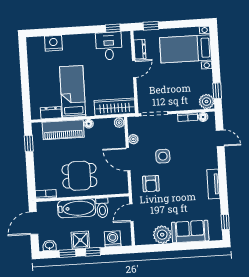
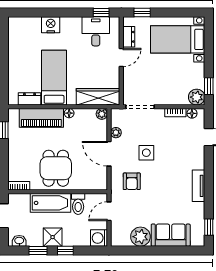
nightstand: (53, 43) -> (51, 25), moved
dining table: (79, 176) -> (56, 168), turned 90
washing machine: (113, 239) -> (99, 238), moved, turned -90

